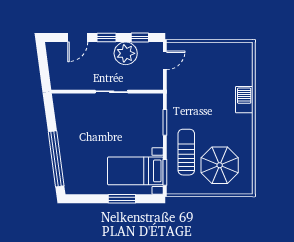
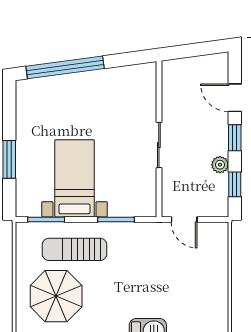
plant: (126, 53) -> (220, 165), width x0.53, depth x0.53
door: (165, 60) -> (184, 220), moved
sun lounger: (186, 152) -> (75, 249), turned 180
bed with nightstands: (135, 171) -> (75, 178), moved

